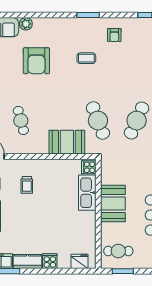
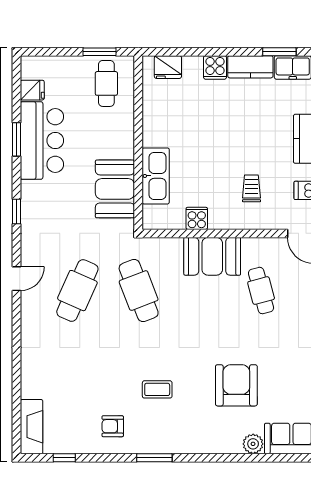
armchair: (114, 35) -> (113, 426), turned -90
booth: (67, 142) -> (212, 256), moved
cooker: (89, 167) -> (197, 218), moved, turned -90
booth: (113, 203) -> (115, 189), moved
cafe table: (118, 251) -> (106, 83), turned 90

